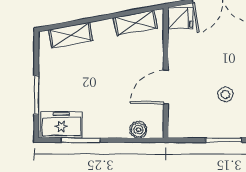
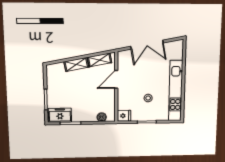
fridge: (180, 18) -> (124, 116), moved
shelving: (71, 35) -> (76, 64), moved
door: (166, 87) -> (116, 79), moved

